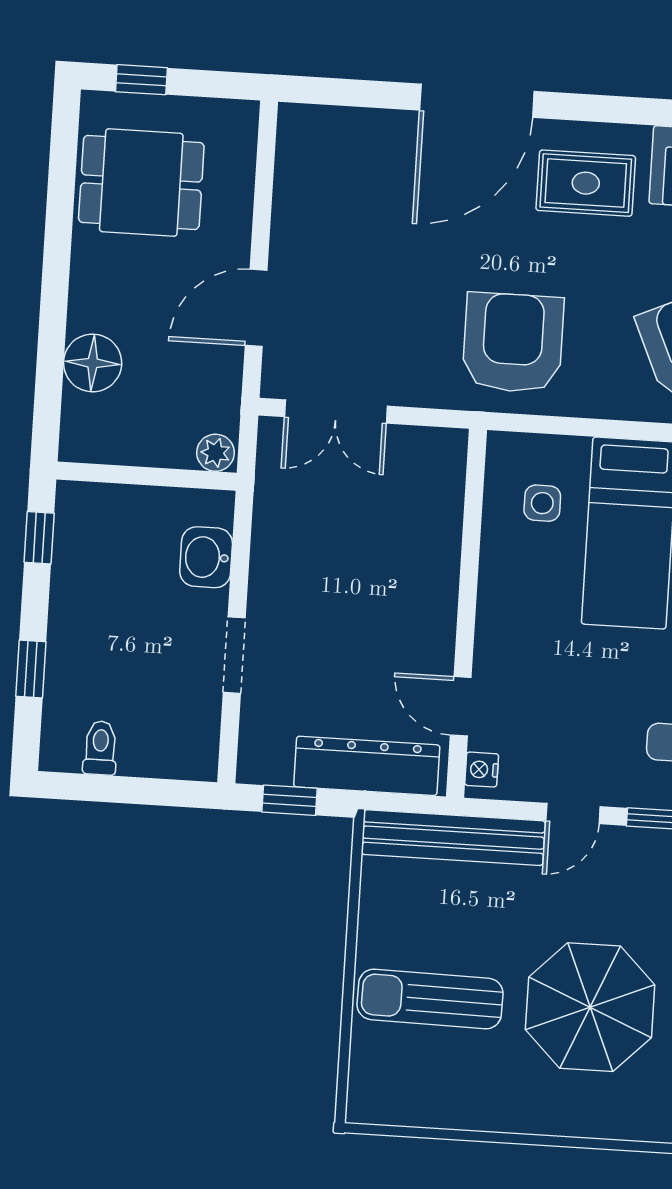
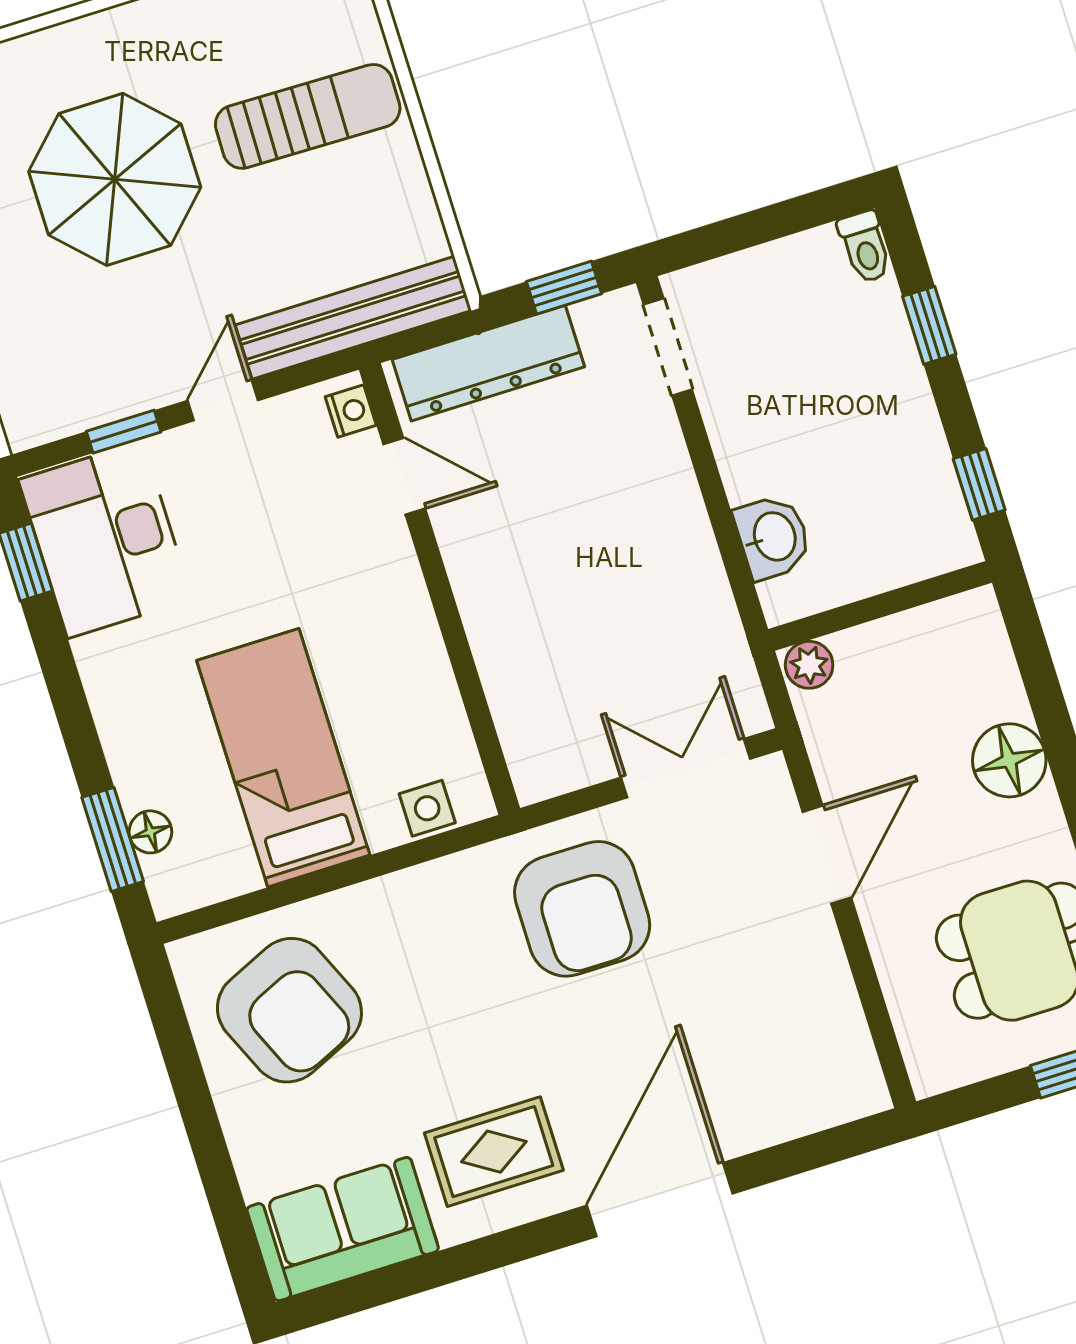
armchair: (513, 343) -> (582, 909), moved
floor lamp: (93, 363) -> (1009, 760), moved
side table: (542, 503) -> (427, 808), moved
doorway: (234, 655) -> (668, 347), moved
toilet: (100, 748) -> (865, 247), moved

